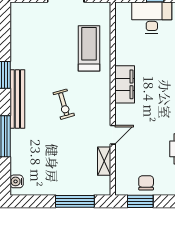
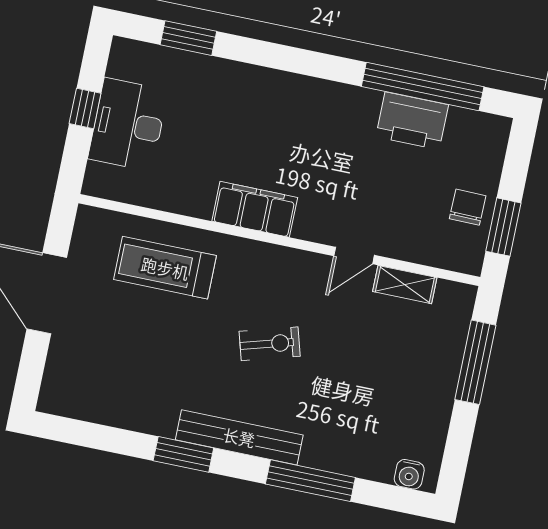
door: (113, 135) -> (354, 256), swing flipped
chair: (146, 183) -> (468, 207), turned 91

